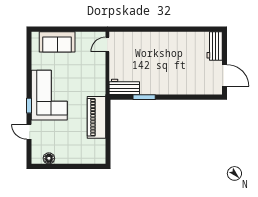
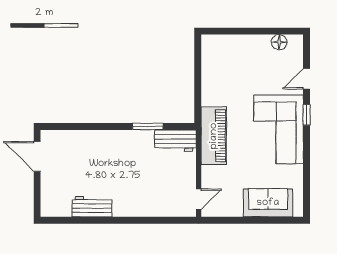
workbench: (215, 46) -> (92, 207), moved, turned -90
piano: (96, 117) -> (214, 136), moved
door: (29, 132) -> (307, 79), swing flipped

